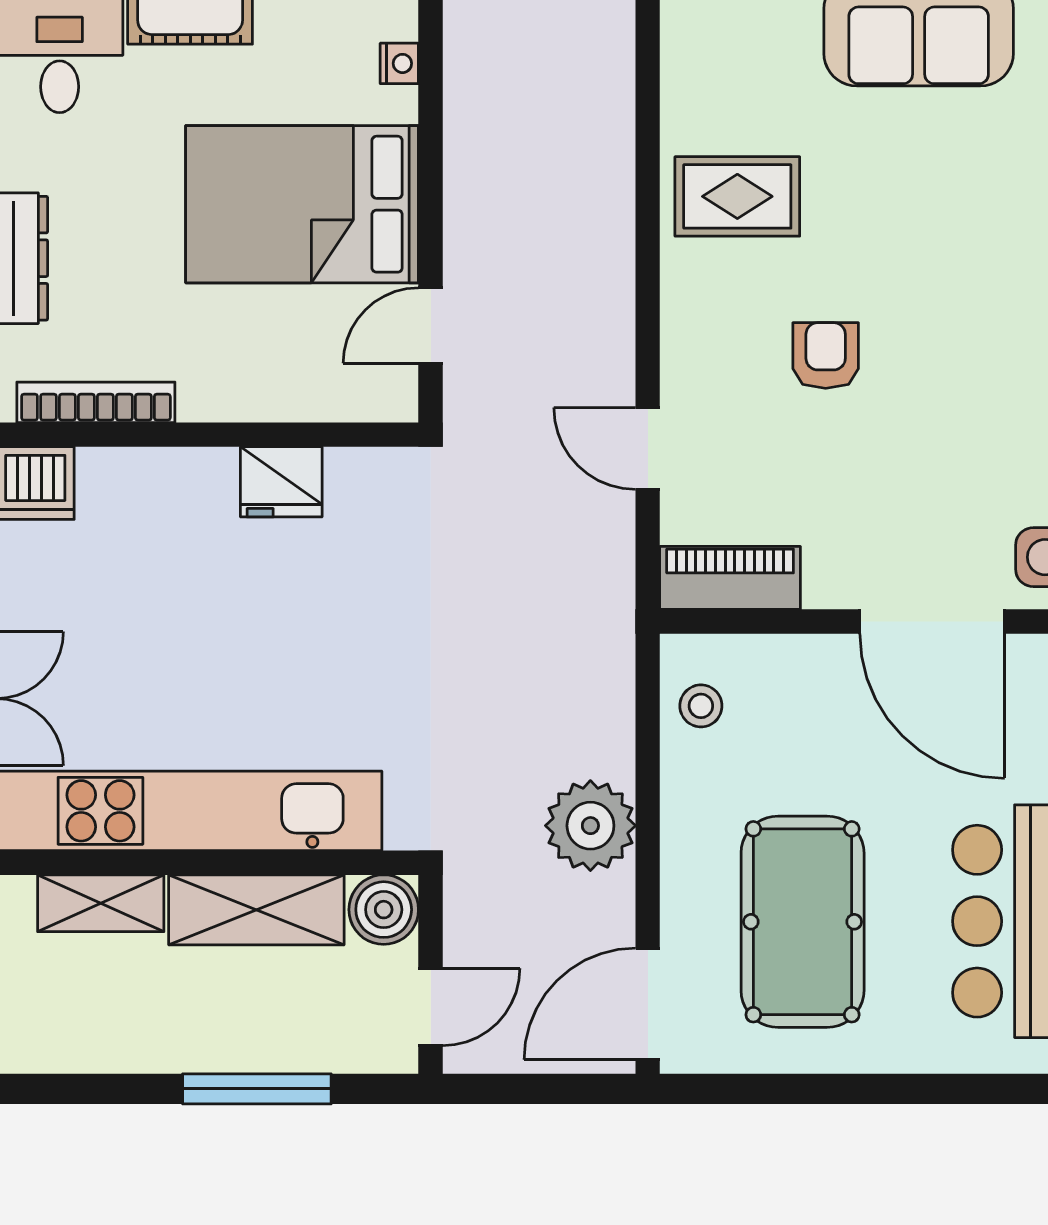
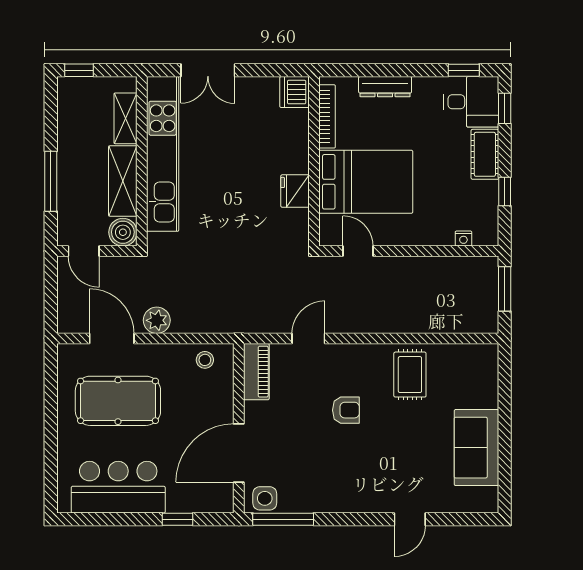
bed: (302, 204) -> (366, 182), moved, turned 90
plant: (590, 826) -> (157, 320), width x0.73, depth x0.73
door: (648, 1004) -> (112, 338), moved

